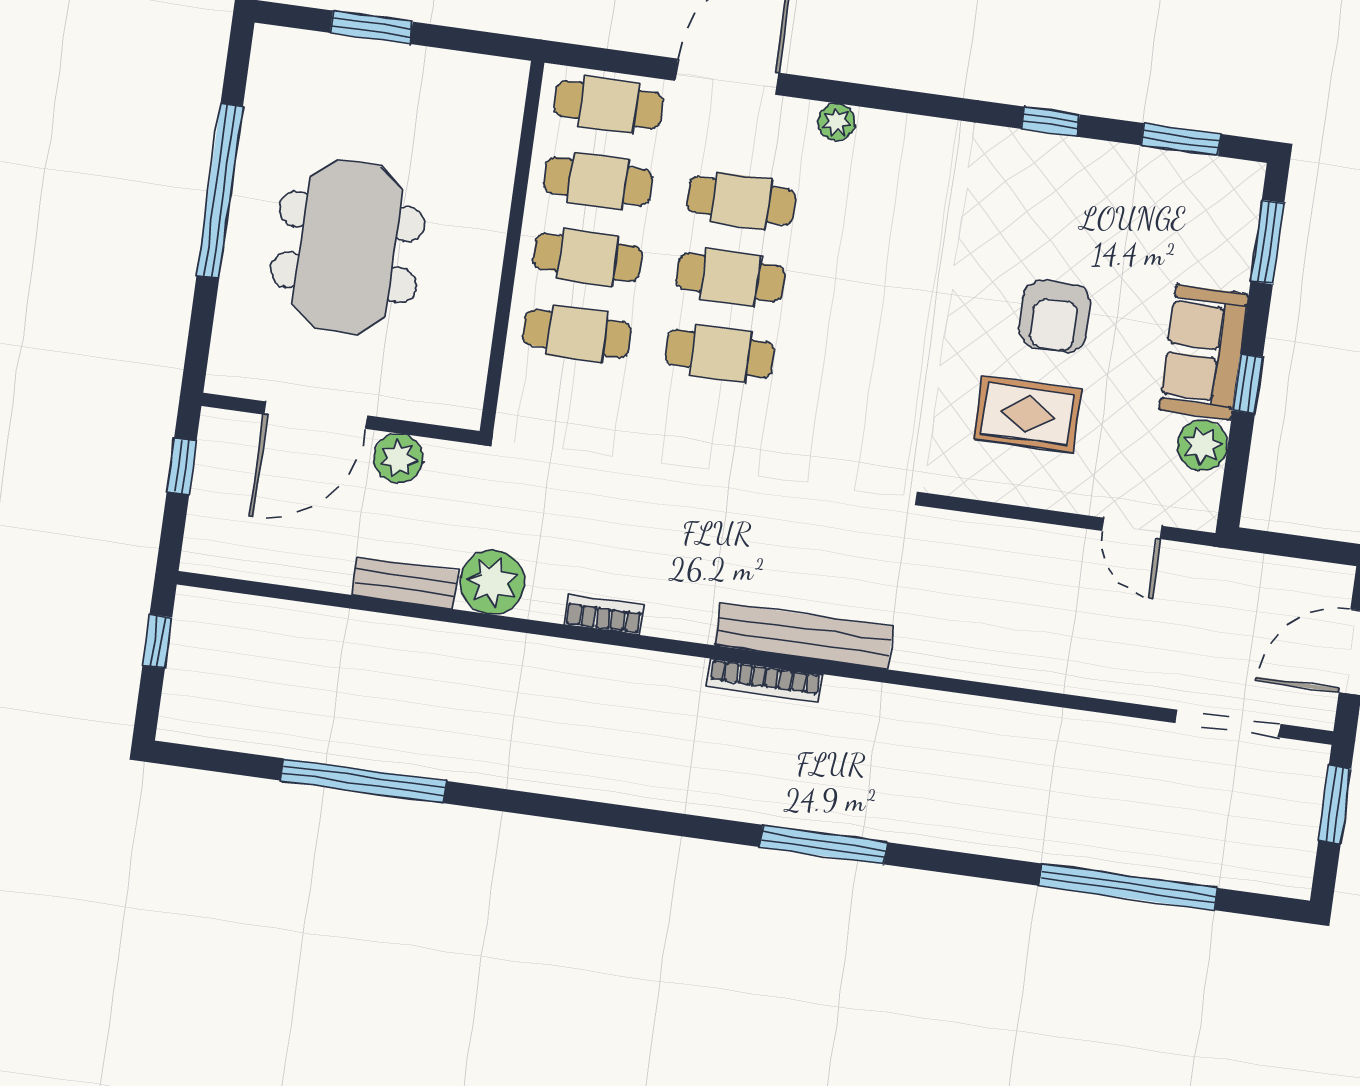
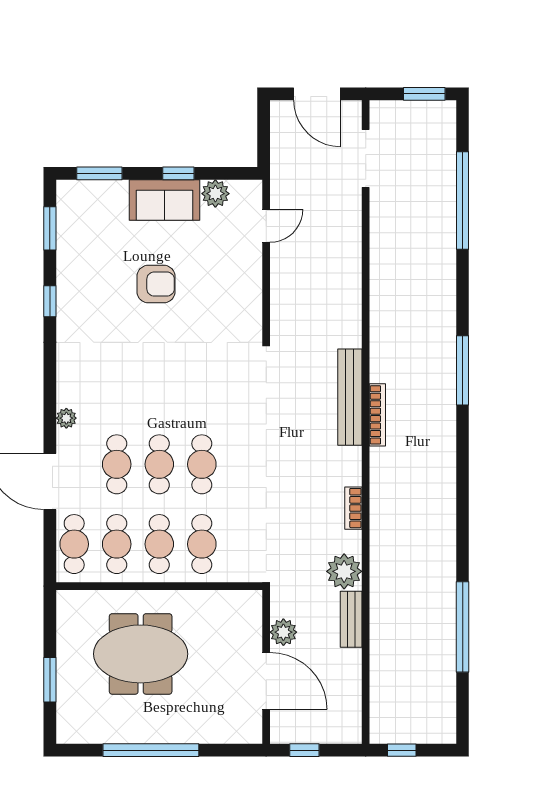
meeting table: (348, 247) -> (141, 654), moved
rug: (1028, 414) -> (212, 291), removed
window: (1335, 805) -> (424, 94), moved

